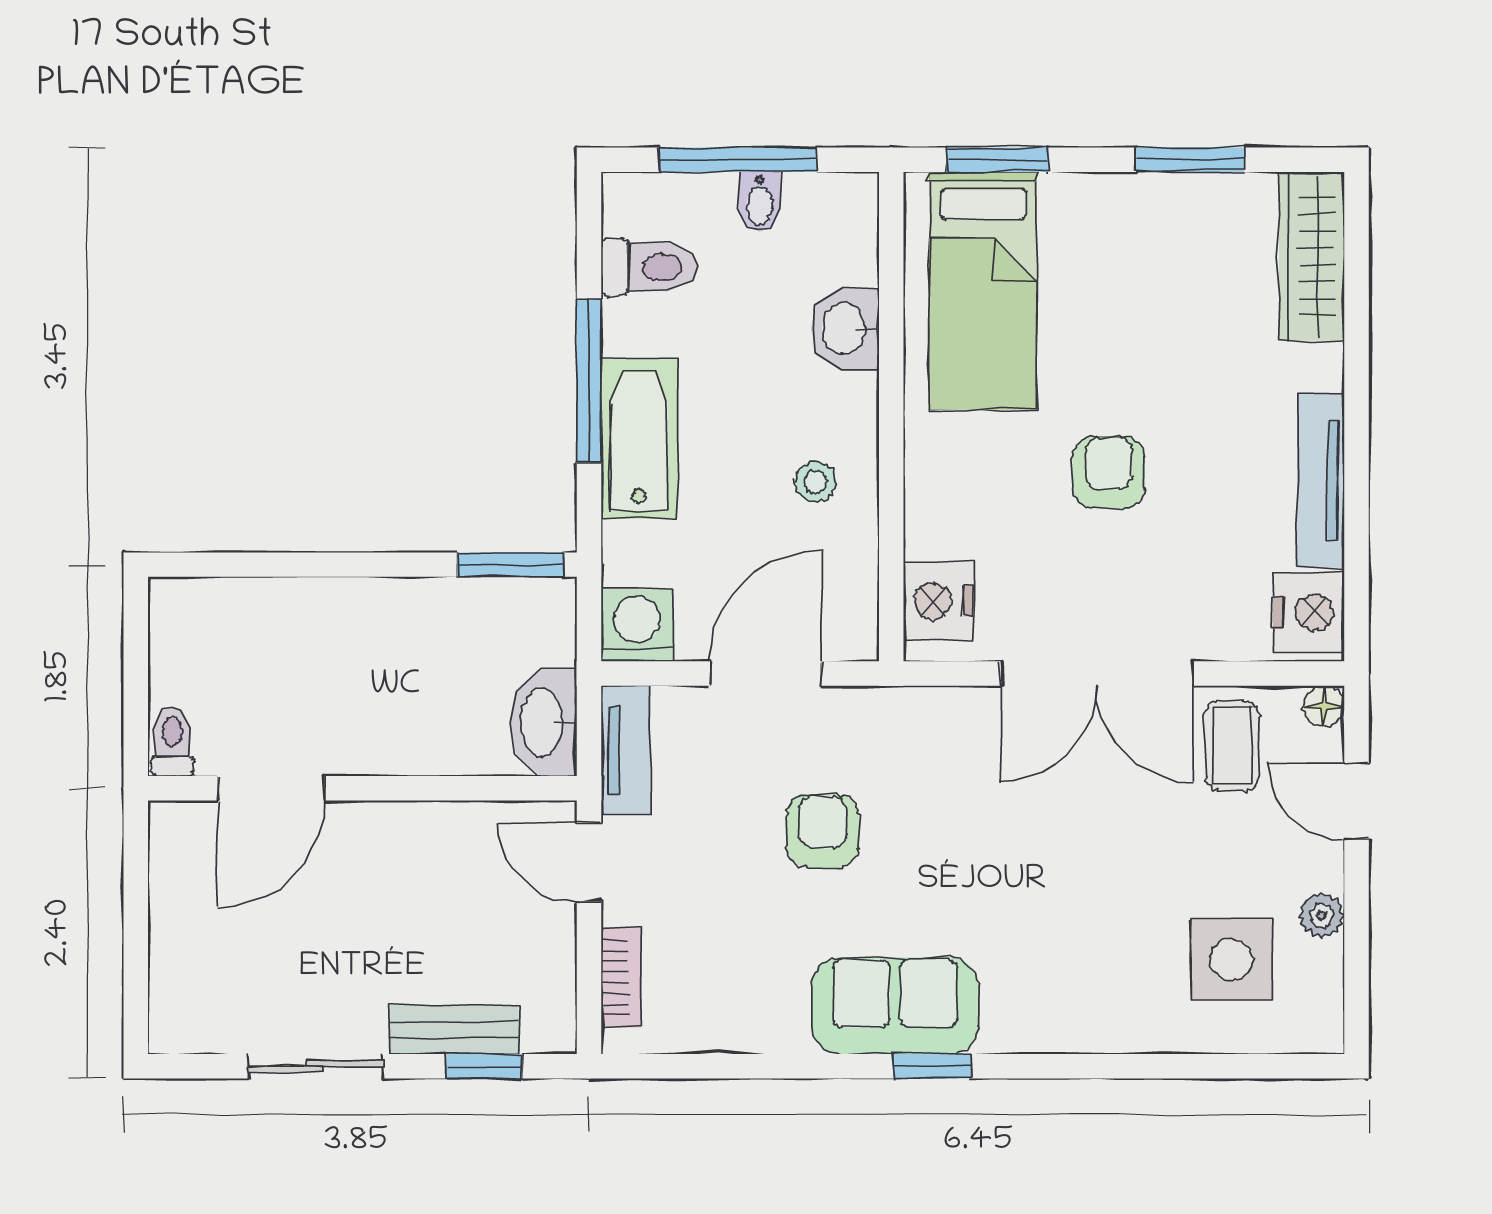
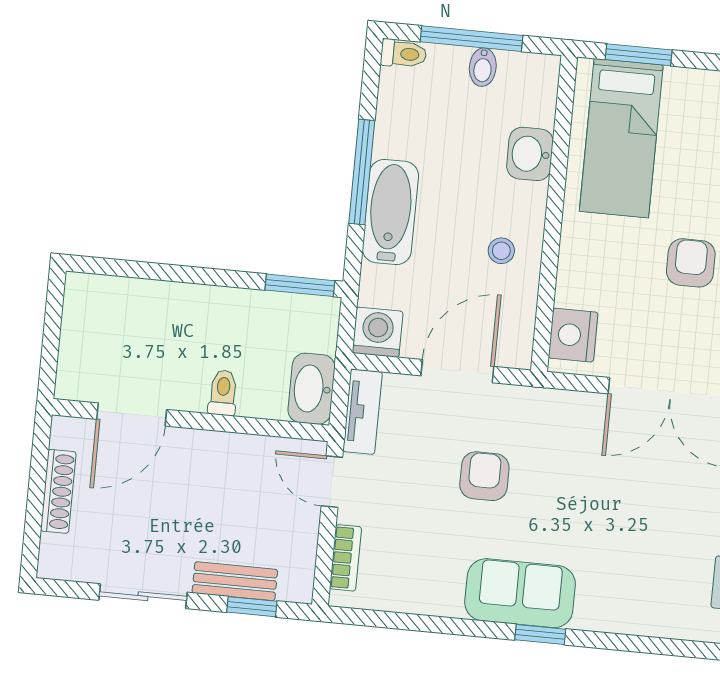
toilet: (649, 267) -> (403, 54), moved, width x0.73, depth x0.72
toilet: (172, 741) -> (223, 393), moved
shoe rack: (169, 918) -> (58, 491), added

